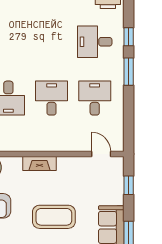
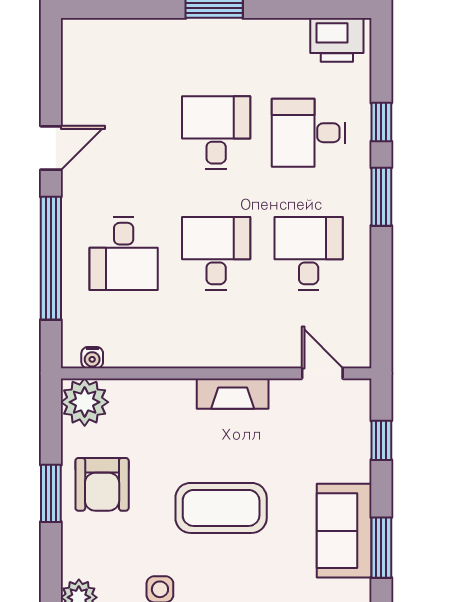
desk: (52, 42) -> (216, 133), added
fireplace: (40, 163) -> (233, 394), moved

